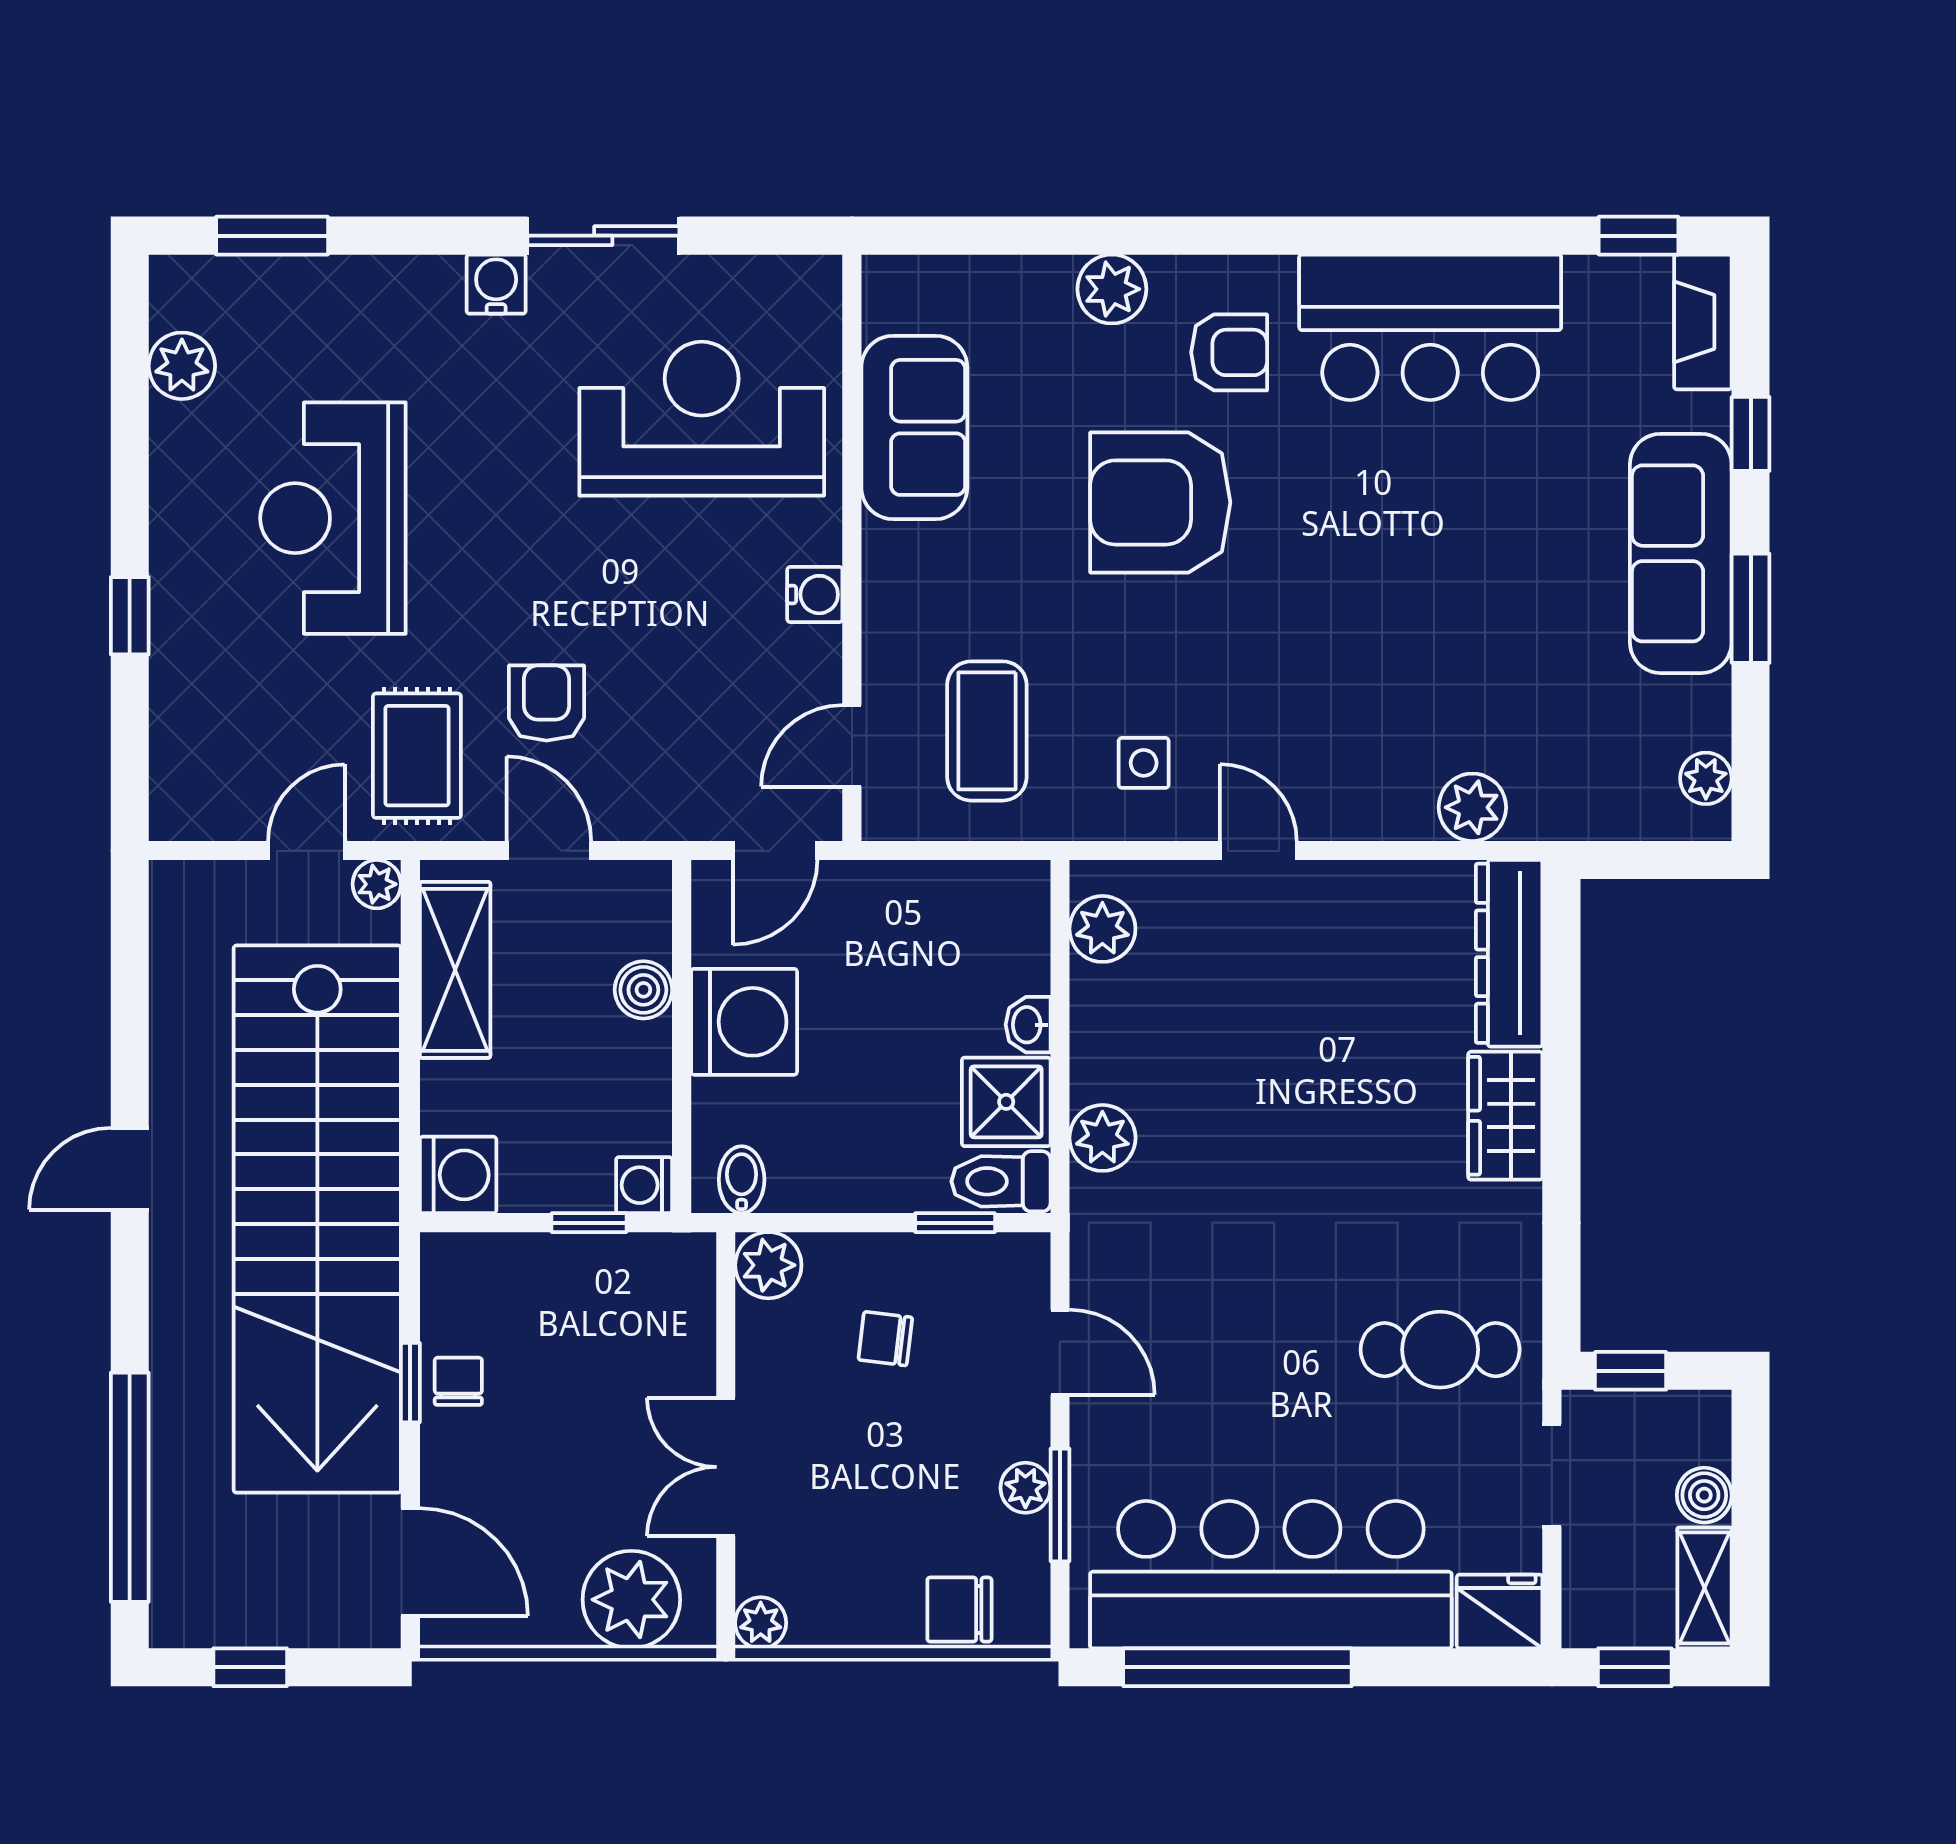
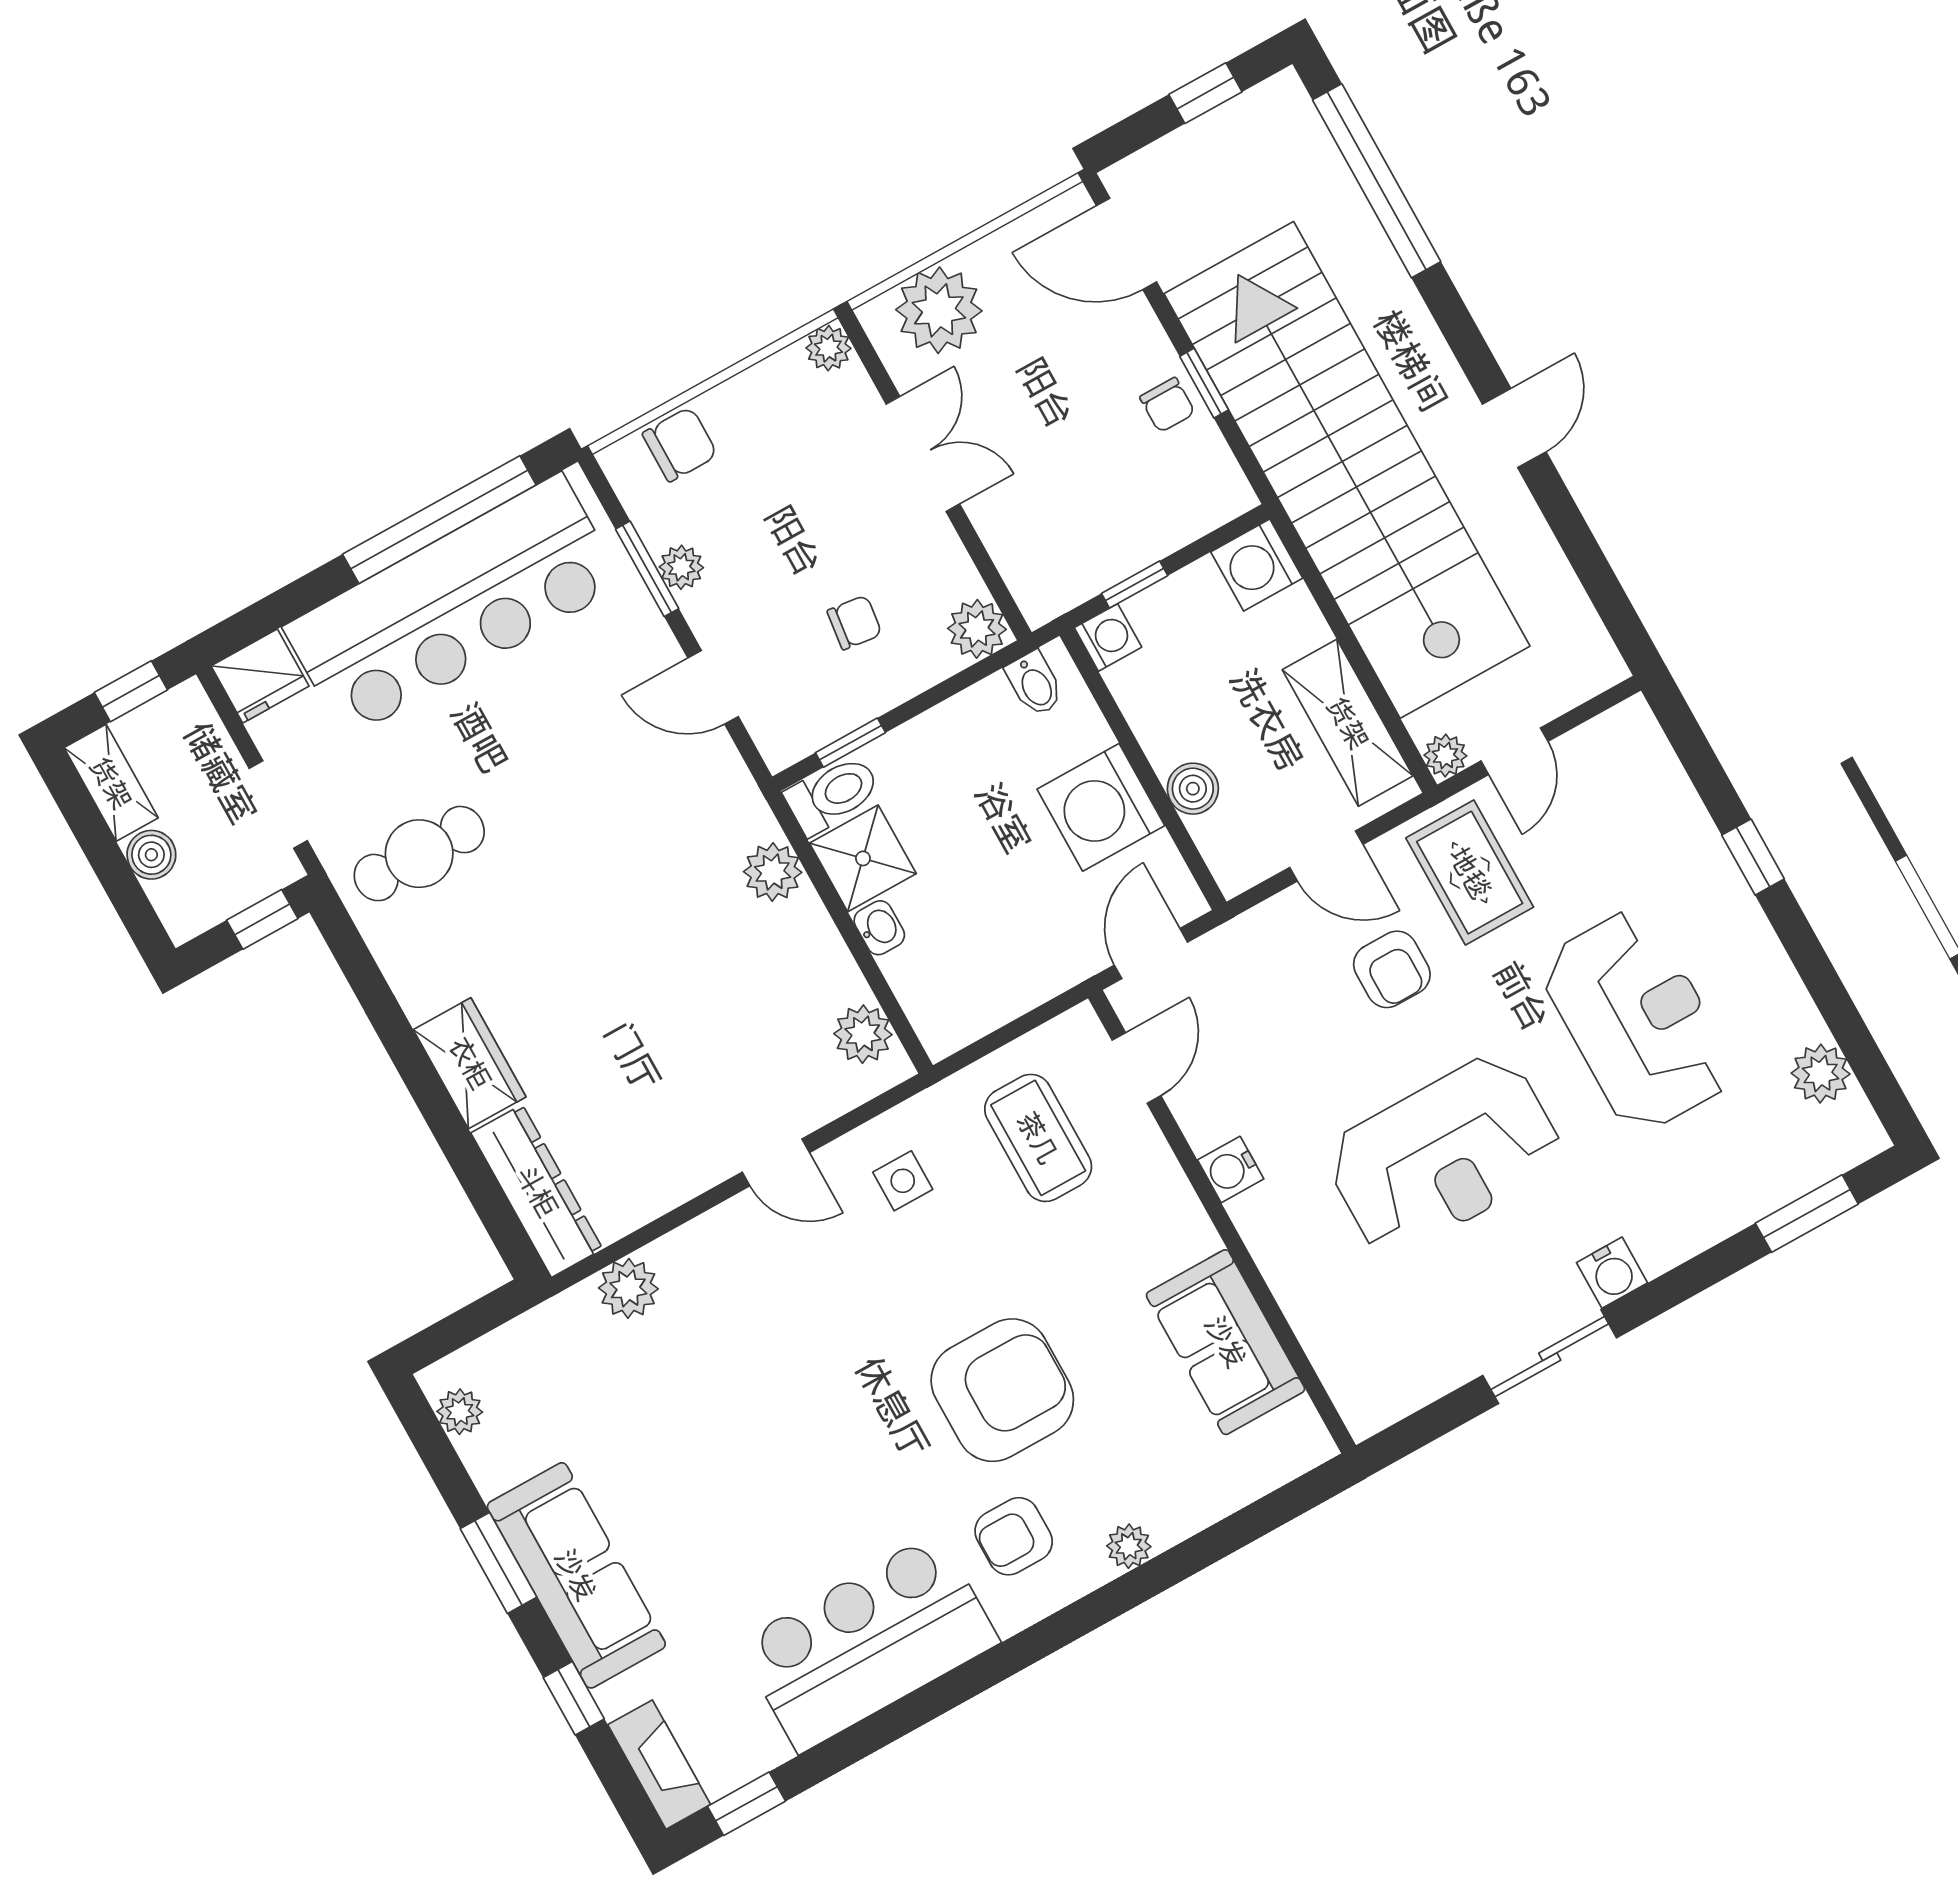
plant: (1112, 289) -> (1129, 1546), width x0.73, depth x0.73
reception desk: (702, 419) -> (1444, 1155), moved

